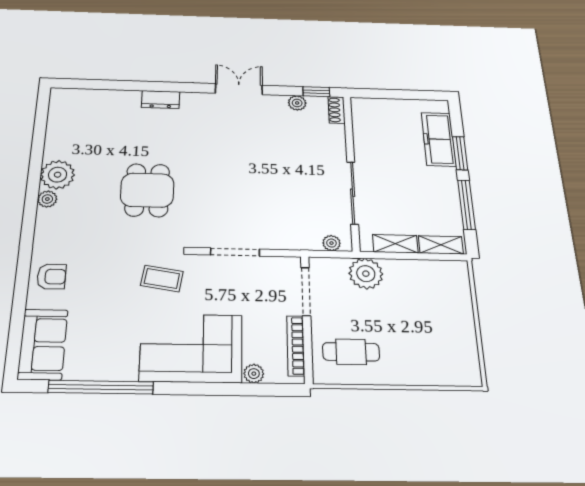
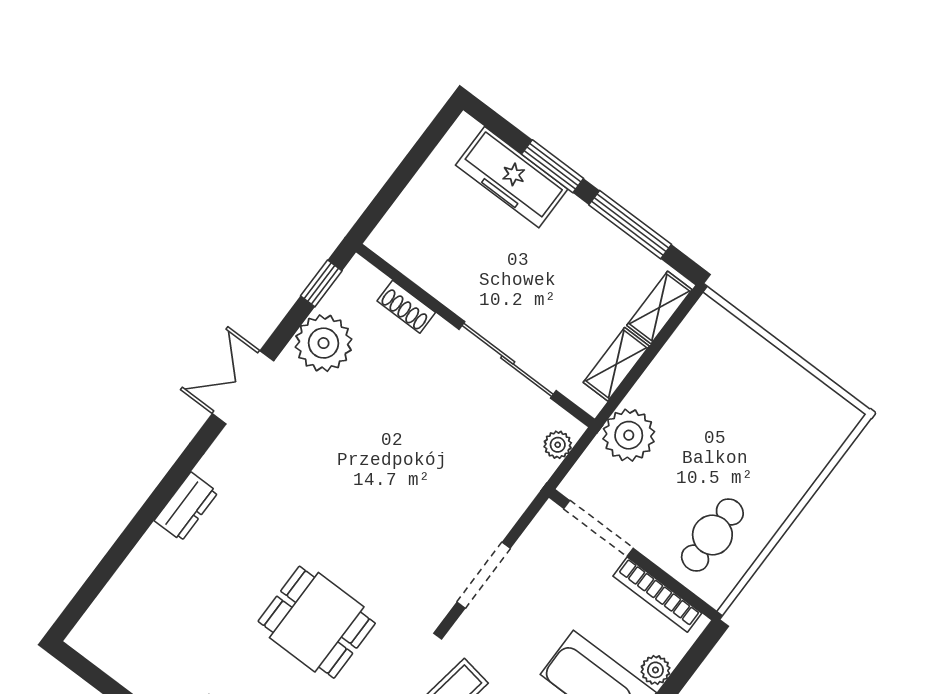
plant: (297, 103) -> (324, 343), width x1.88, depth x1.88
shoe rack: (337, 110) -> (406, 307), moved

